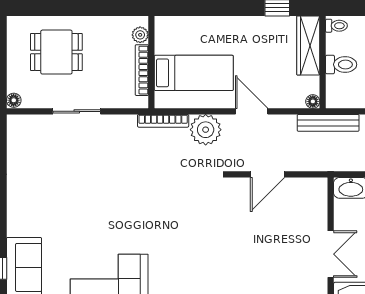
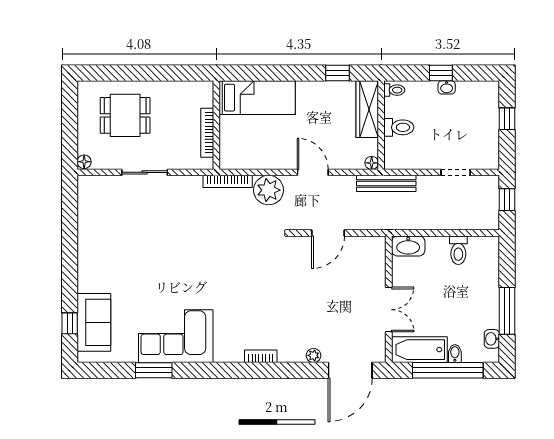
plant: (140, 35) -> (206, 99), removed
bed: (194, 73) -> (257, 98), moved

